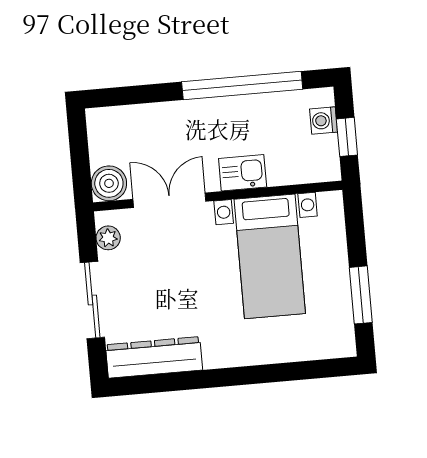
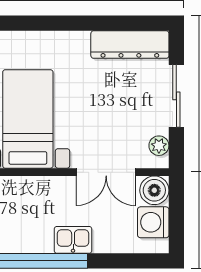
washing machine: (107, 144) -> (153, 222), added
kitchen sink: (243, 173) -> (73, 240), moved, turned 180

